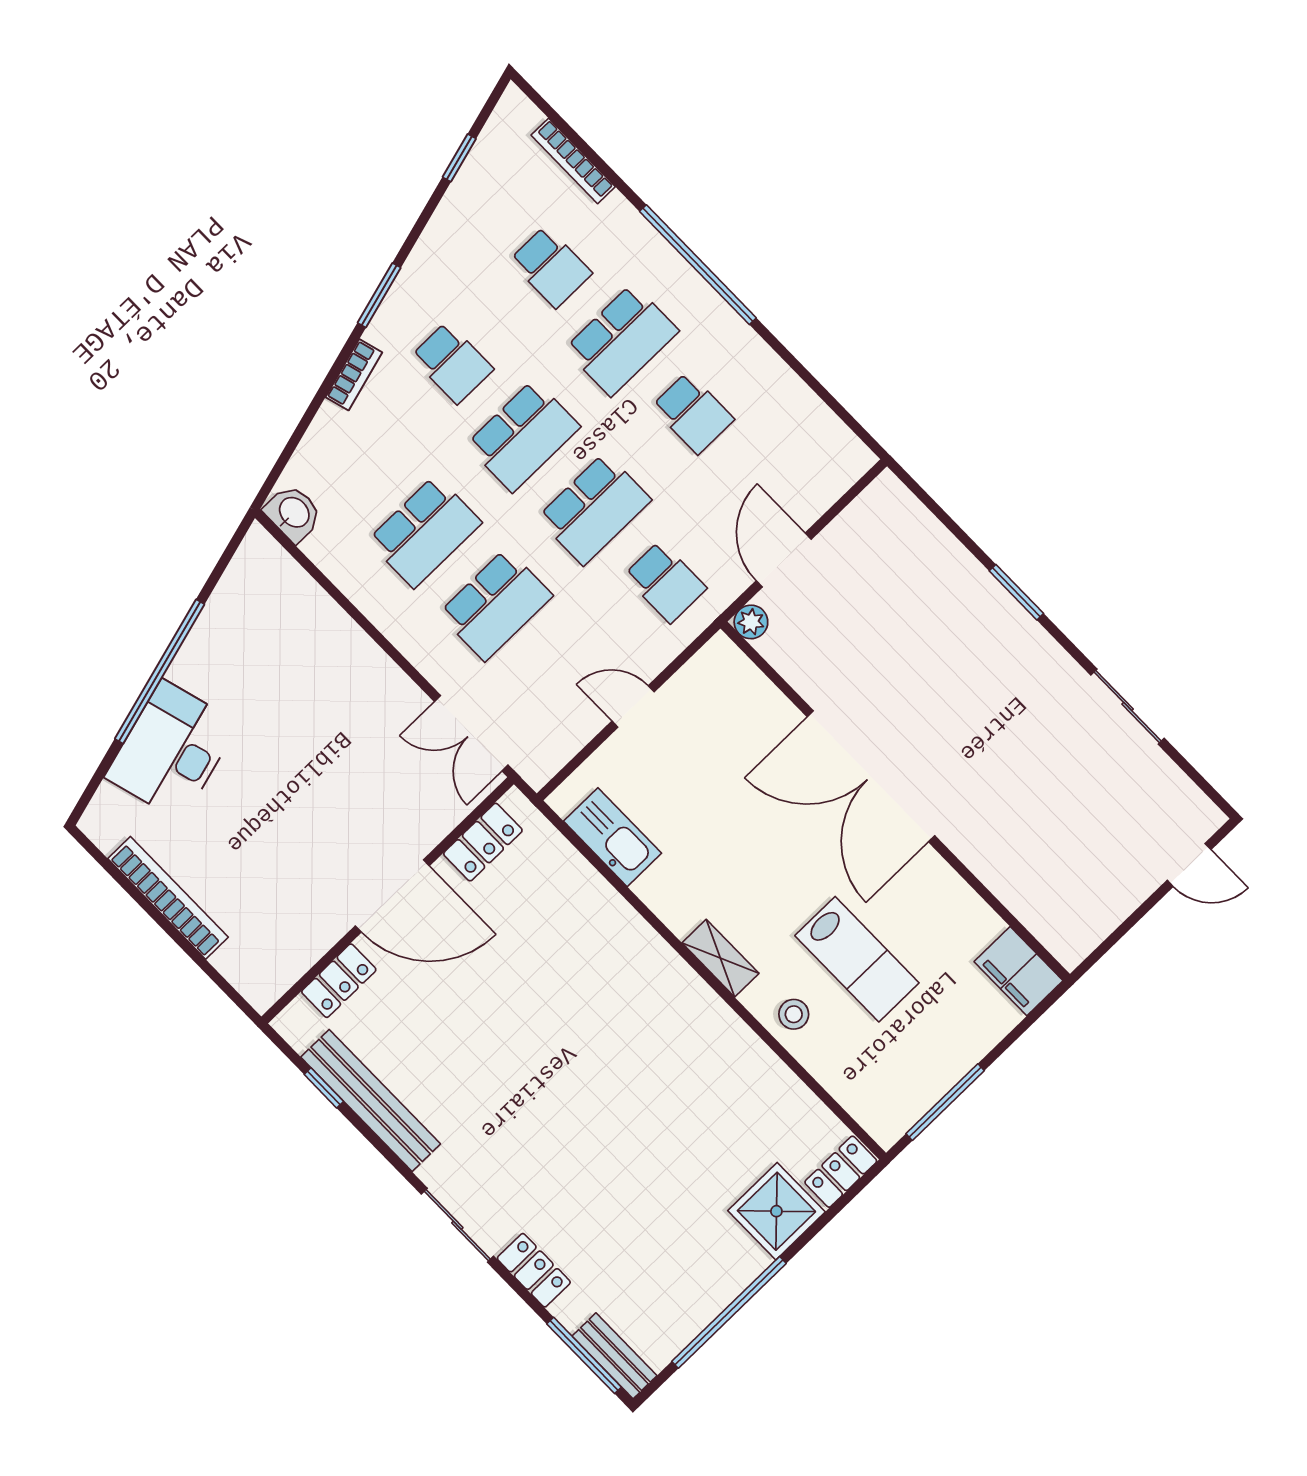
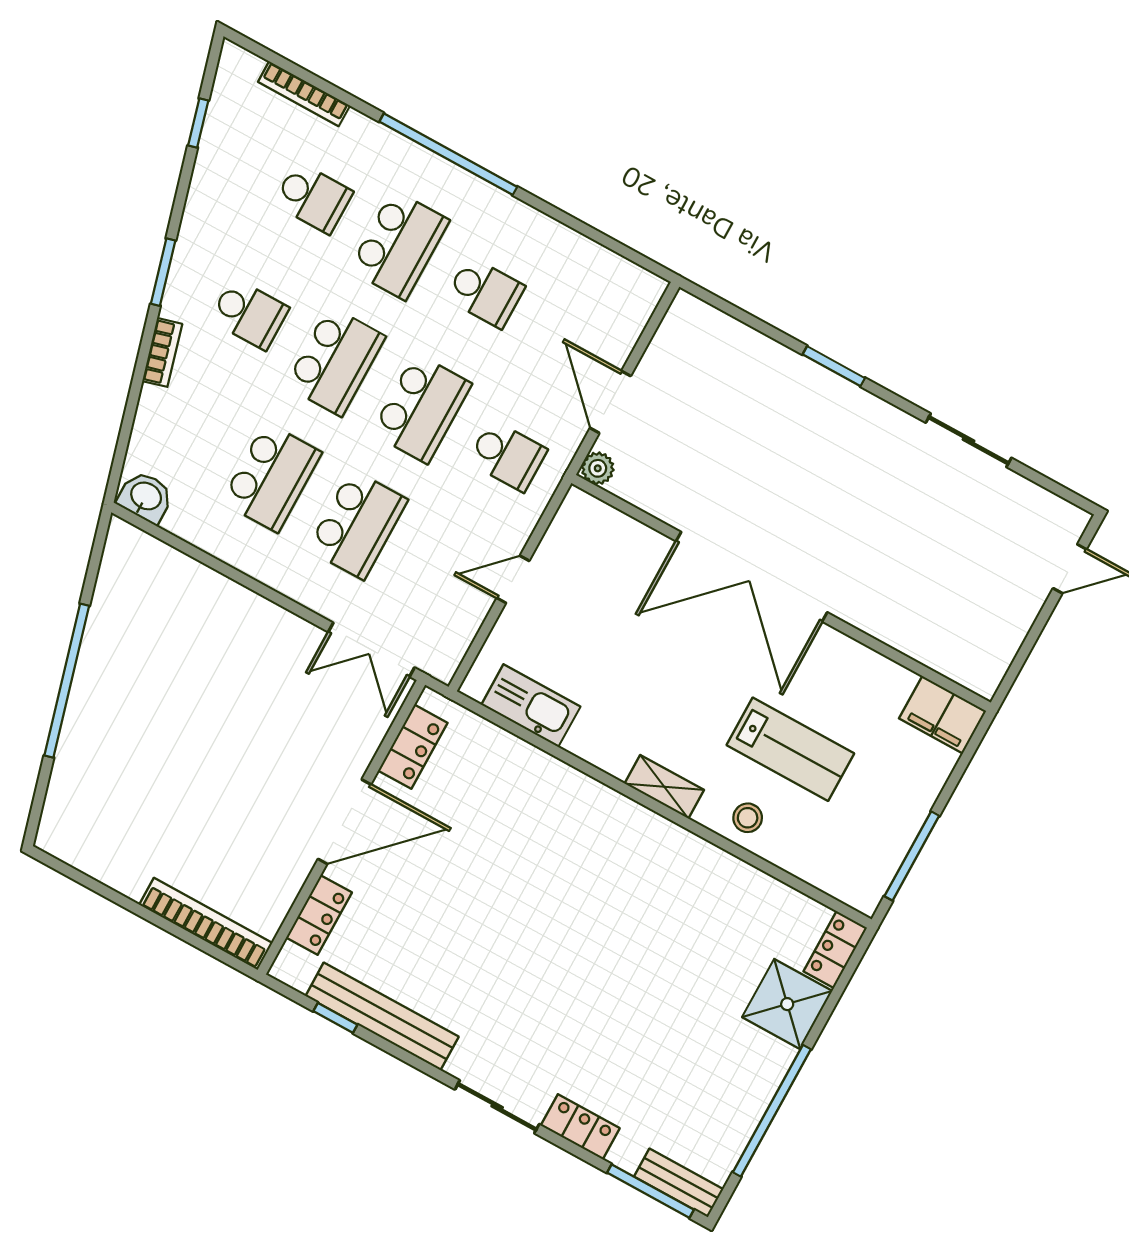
desk: (172, 750) -> (100, 750), removed
bookcase: (168, 898) -> (206, 924), moved

